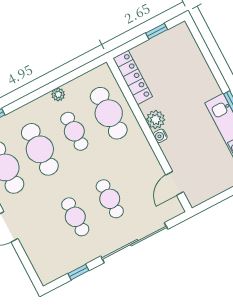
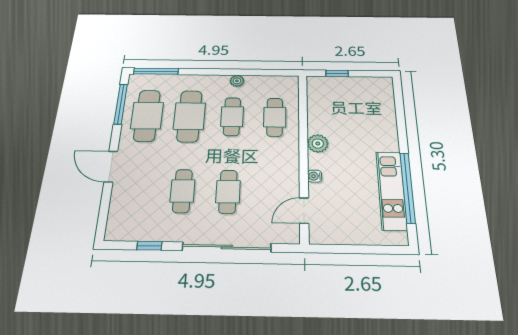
window: (157, 31) -> (337, 73), moved
locker: (133, 77) -> (316, 99), removed
cafe table: (109, 113) -> (275, 117), width x0.73, depth x0.74
water cooler: (160, 136) -> (315, 176), moved

